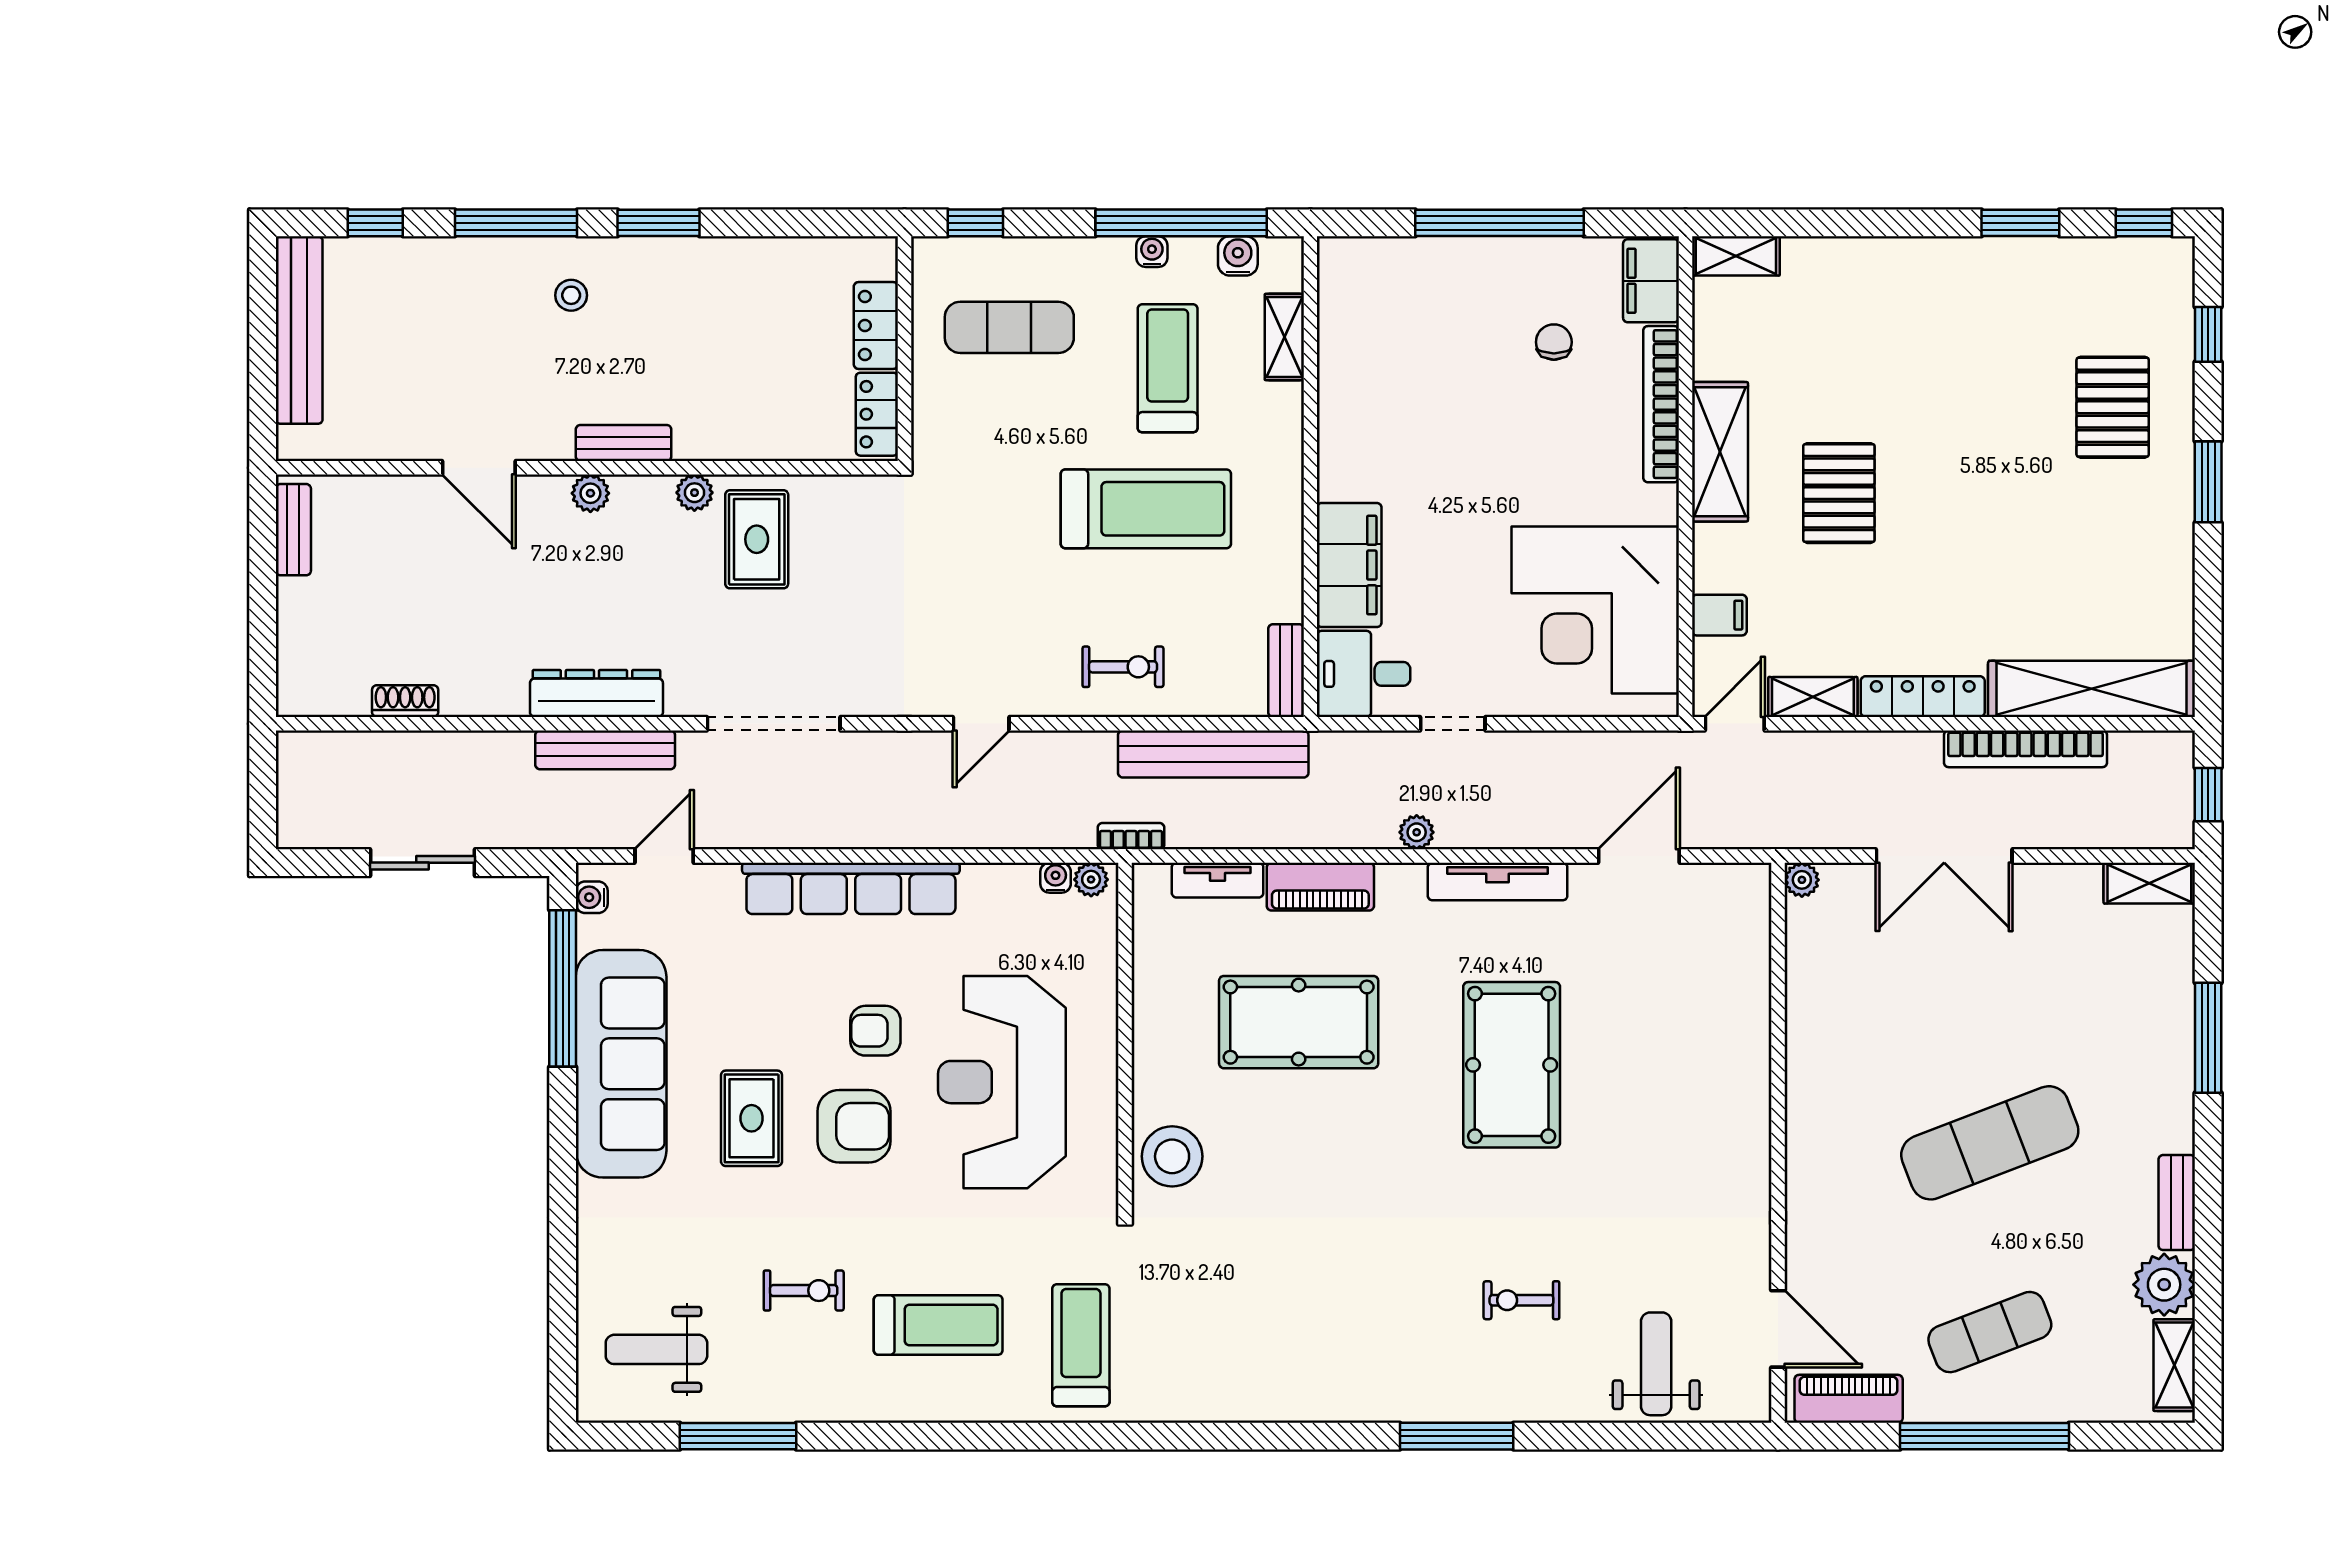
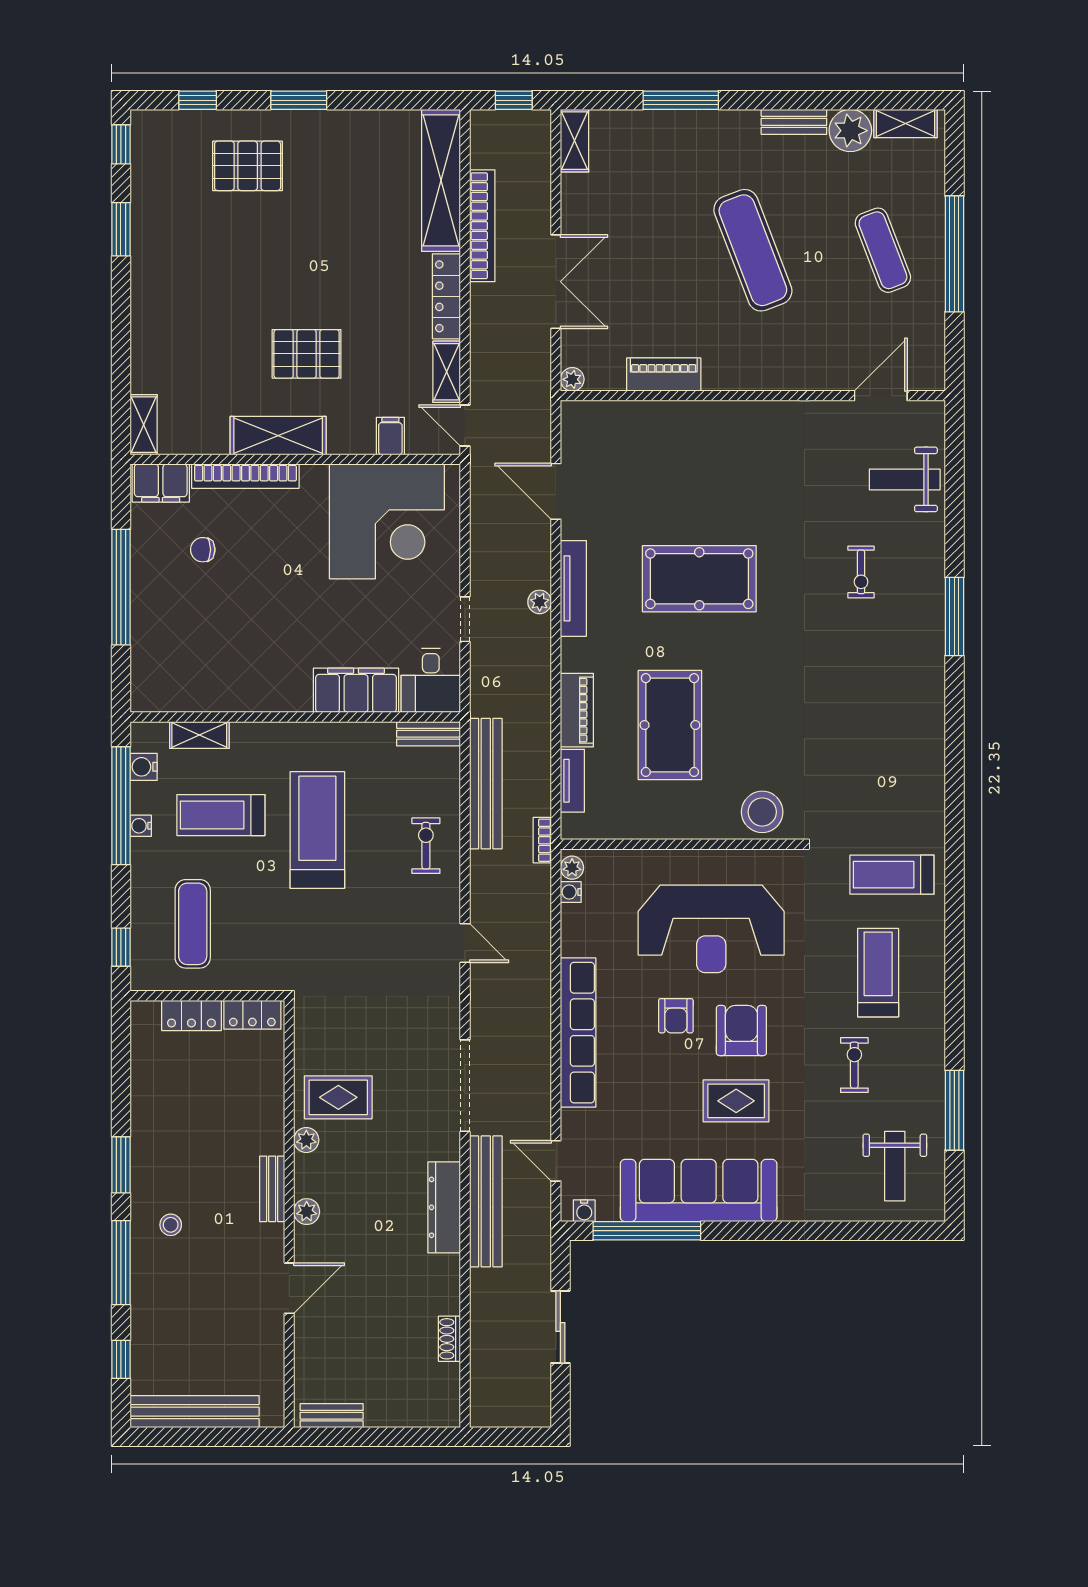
bench: (605, 750) -> (486, 1201), width x1.37, depth x1.21
plant: (1417, 832) -> (540, 602), moved
piano: (1849, 1399) -> (664, 375), moved, turned 90

